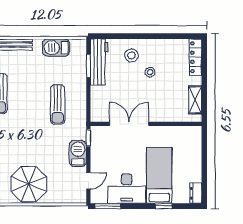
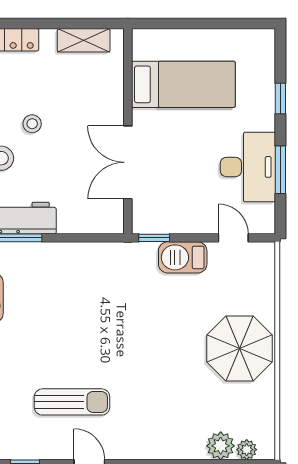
sun lounger: (58, 105) -> (92, 295), removed
bed: (159, 175) -> (183, 84), moved, turned 180
dresser: (196, 193) -> (256, 39), removed
window: (108, 206) -> (280, 170), moved

